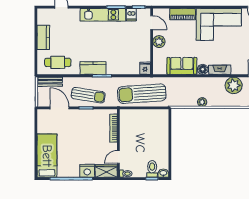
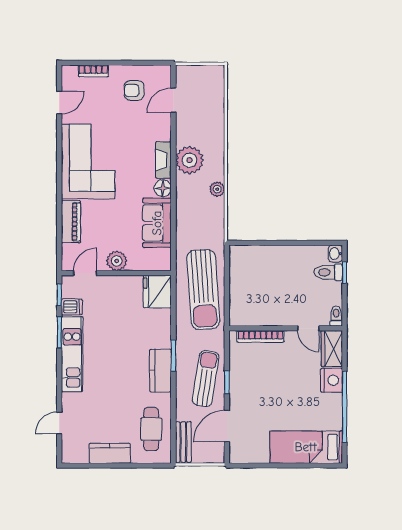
fridge: (145, 68) -> (157, 292), width x1.88, depth x1.34
plant: (234, 85) -> (189, 160), moved

